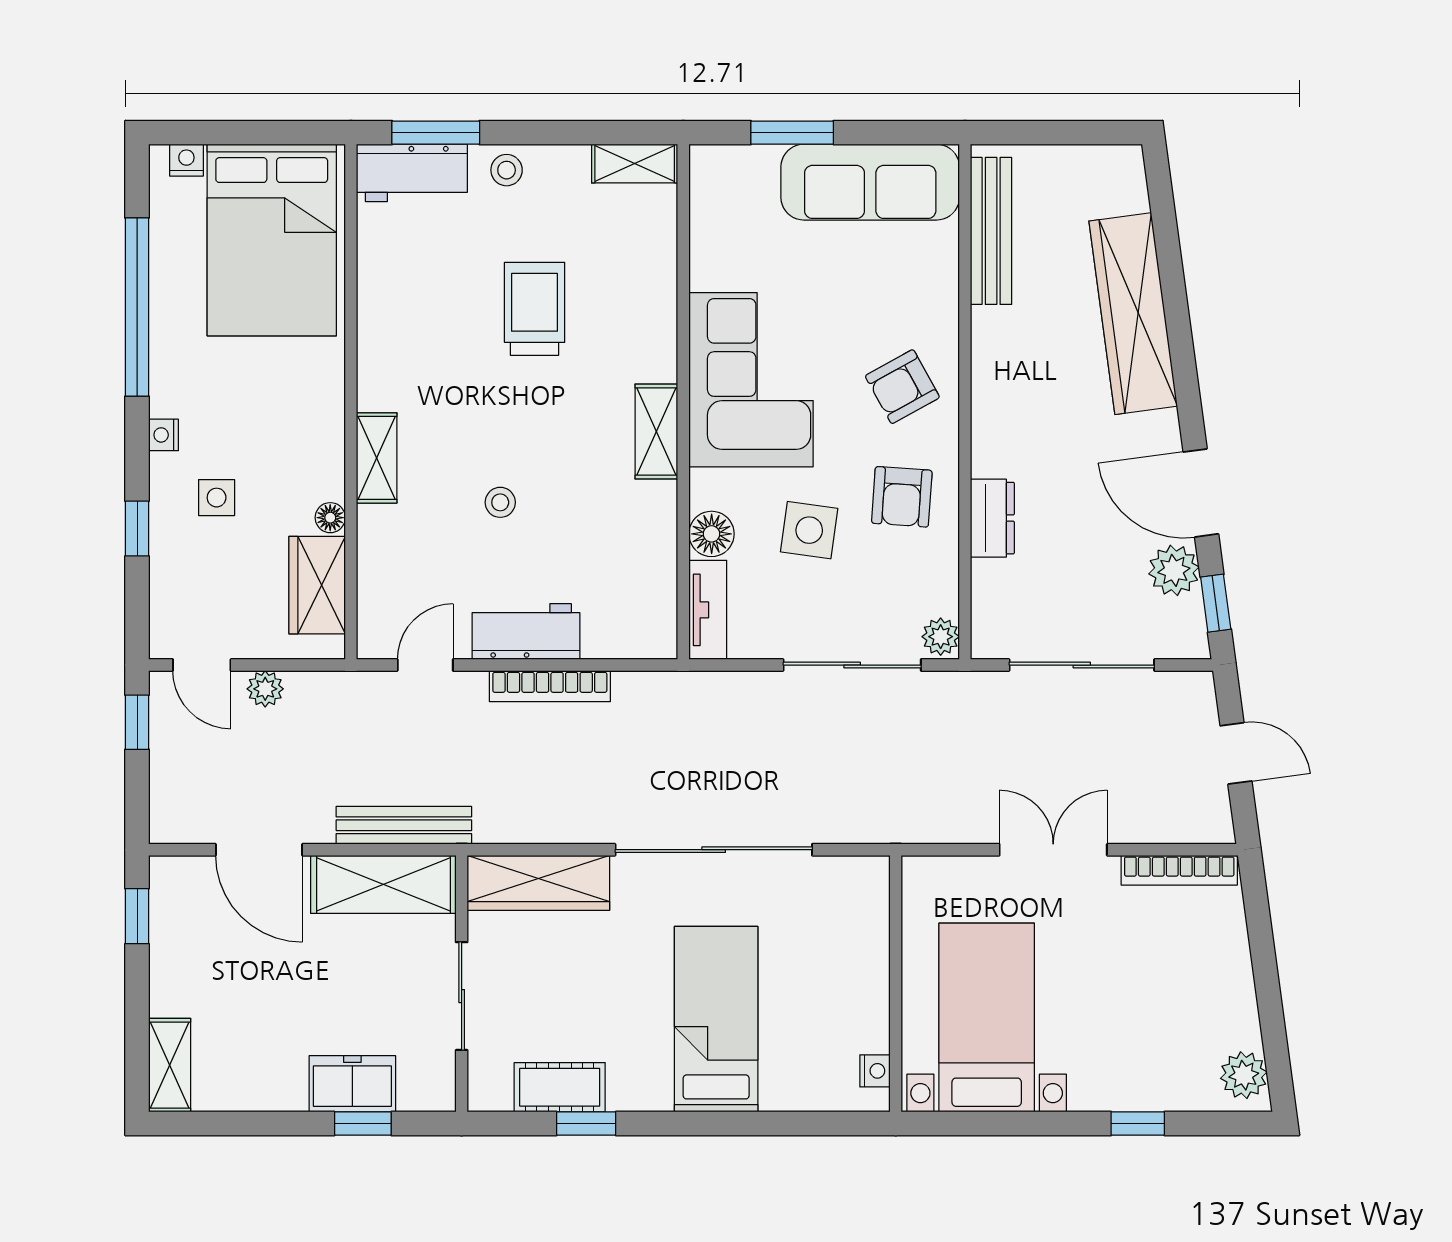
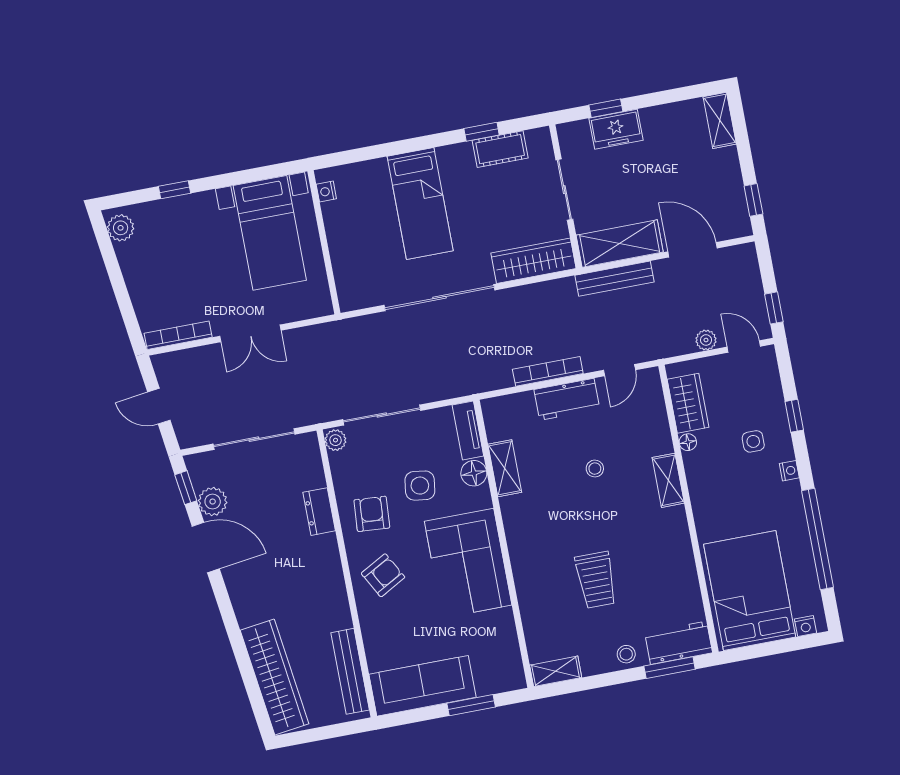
wardrobe: (1133, 314) -> (274, 677), moved
shelving: (656, 432) -> (505, 468), moved

